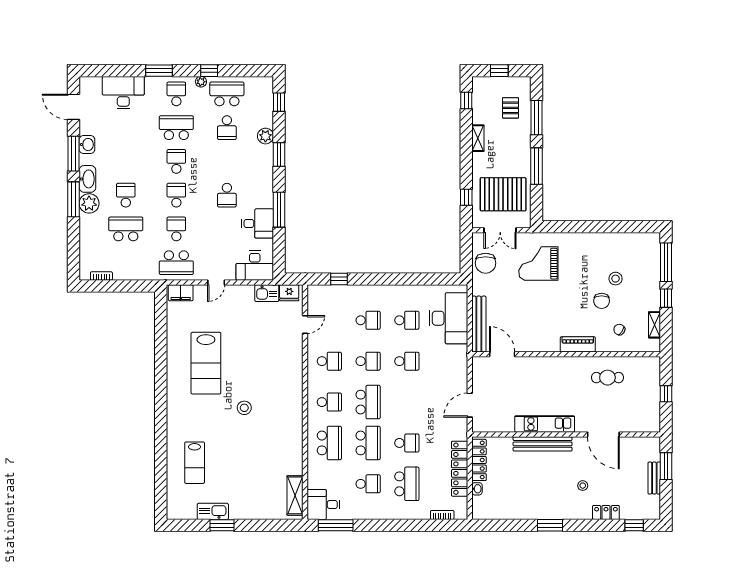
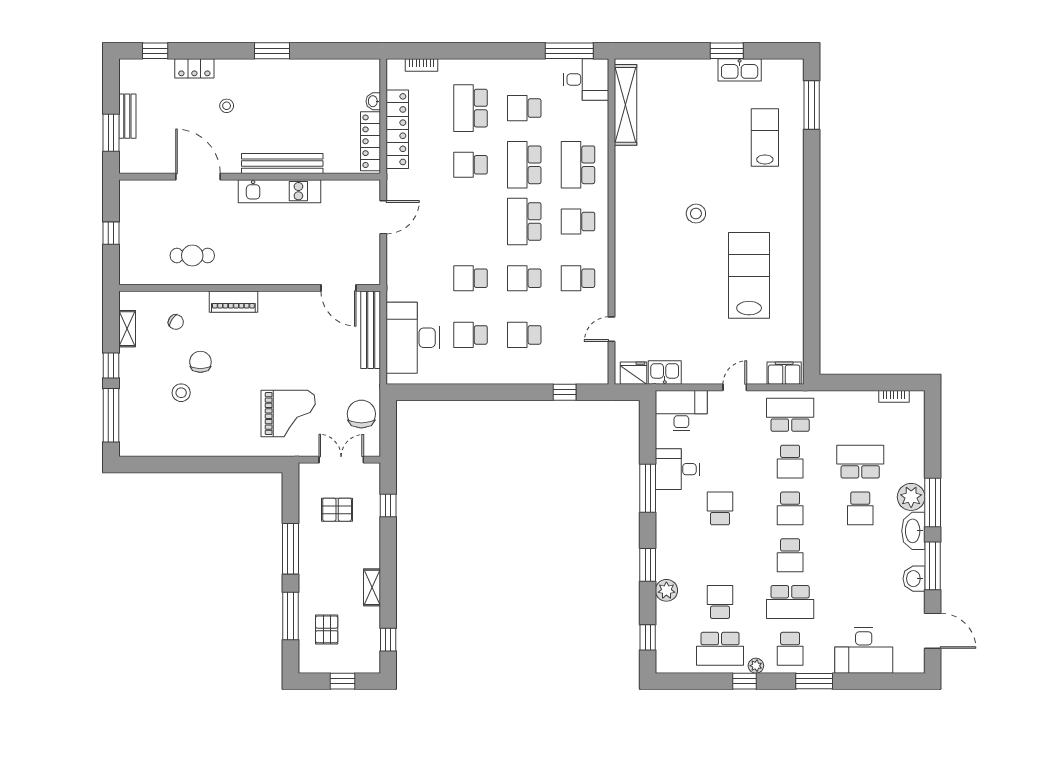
pallet: (503, 194) -> (337, 510), width x0.49, depth x0.50
school desk: (126, 229) -> (860, 462), turned 180
window: (161, 486) -> (812, 105), added
shelving: (295, 495) -> (626, 105), width x1.47

